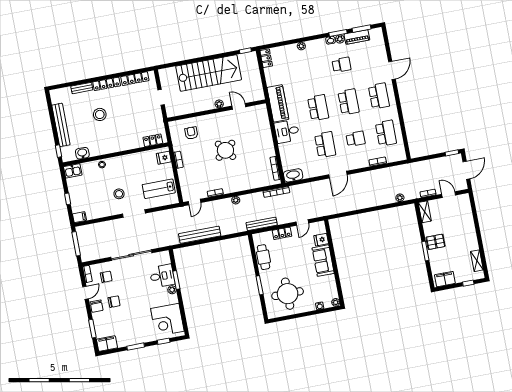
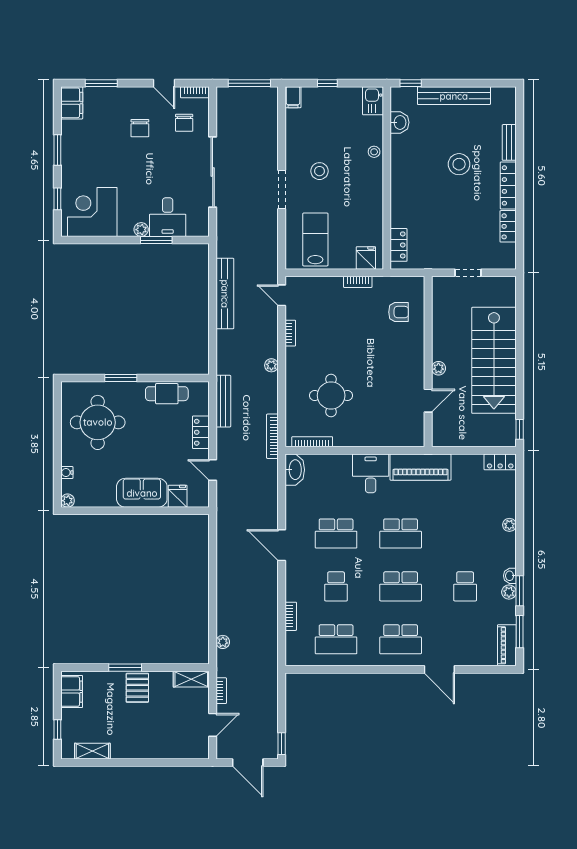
piano: (357, 37) -> (507, 645), moved
locker: (135, 79) -> (508, 226), width x0.66
round table: (225, 150) -> (331, 395), moved, turned 38
chair: (97, 306) -> (138, 97), removed

